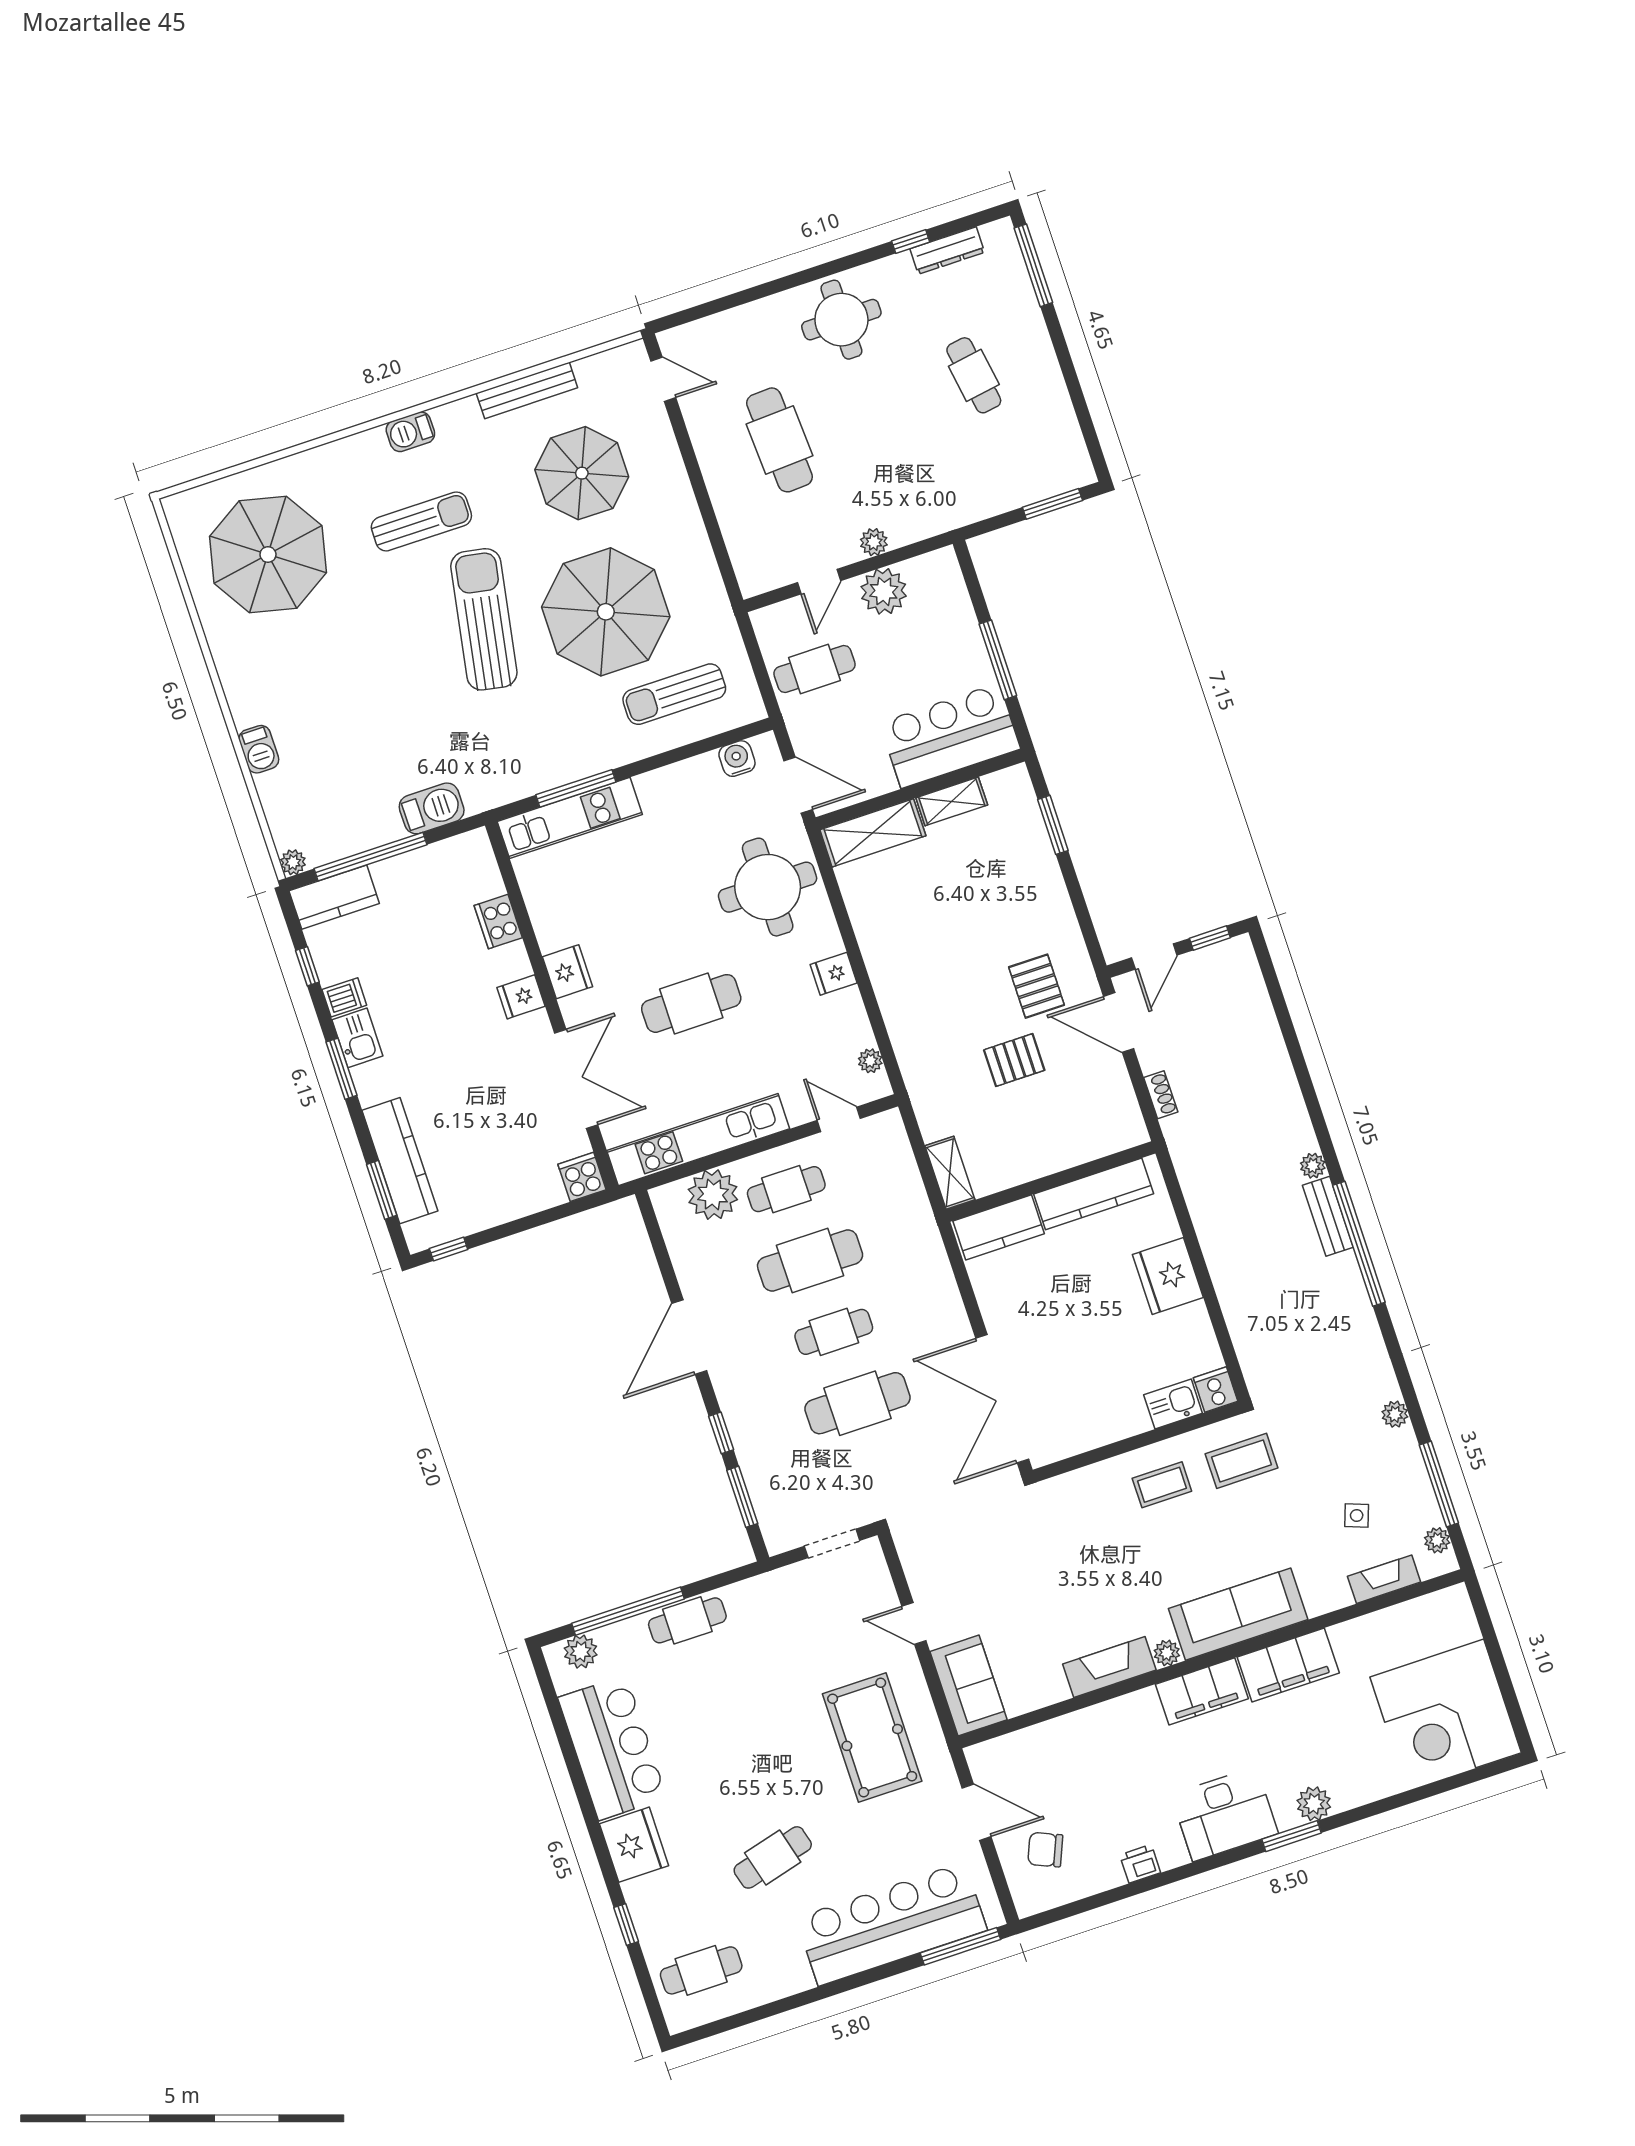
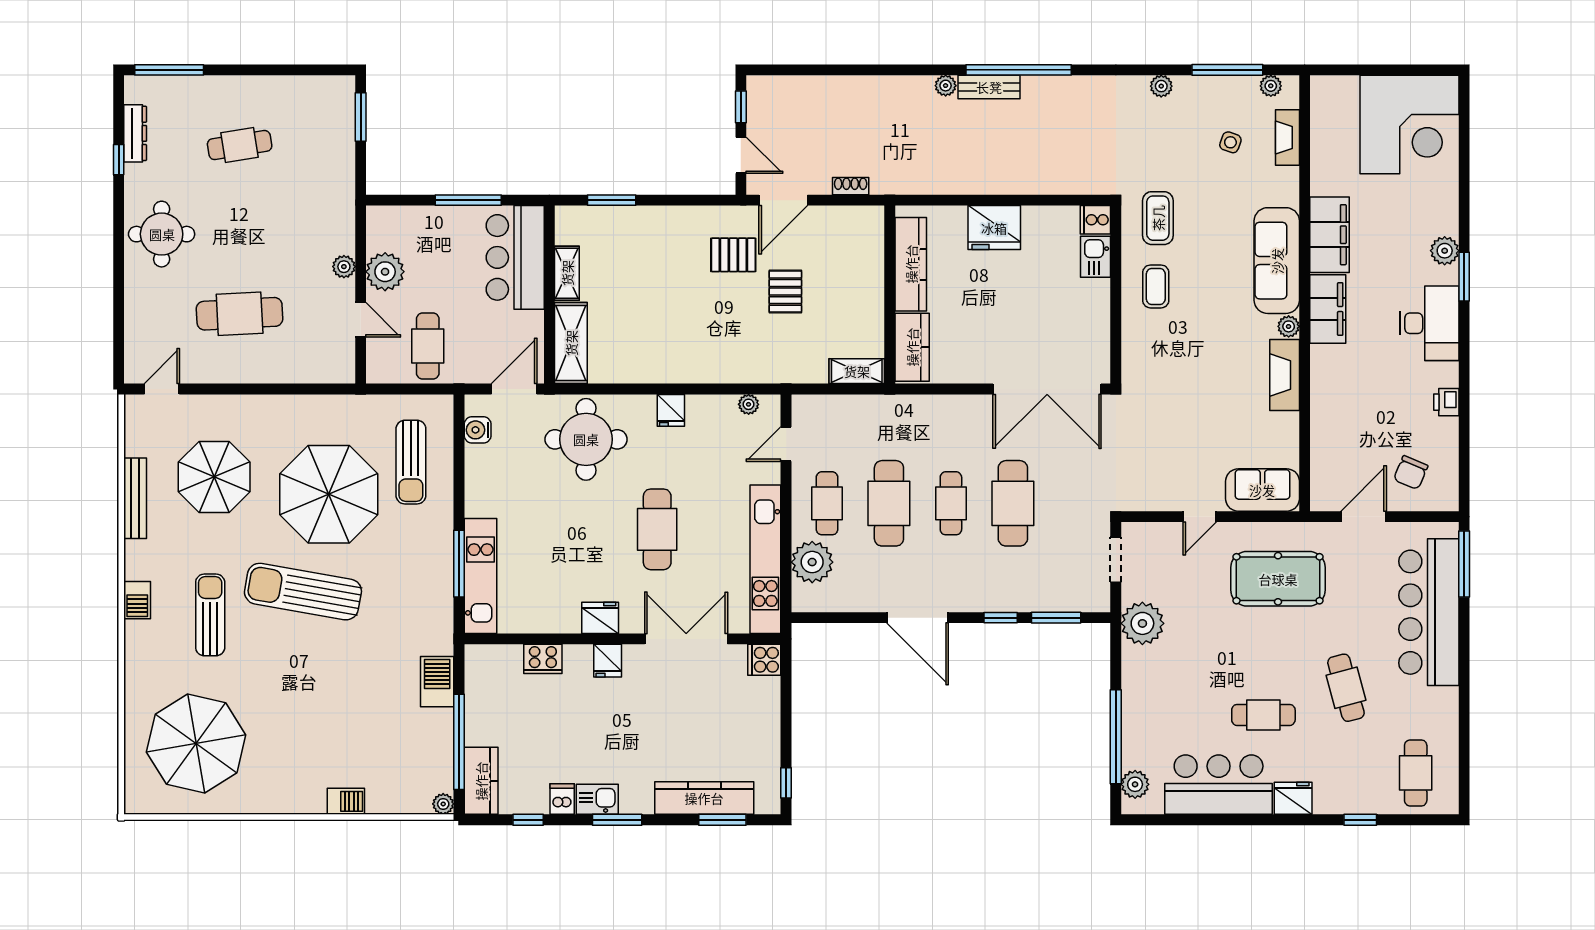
plant: (769, 1598) -> (1142, 623), added
cafe table: (687, 1620) -> (1263, 715), moved, turned 90
fridge: (634, 1845) -> (1293, 798), width x0.73, depth x0.75

